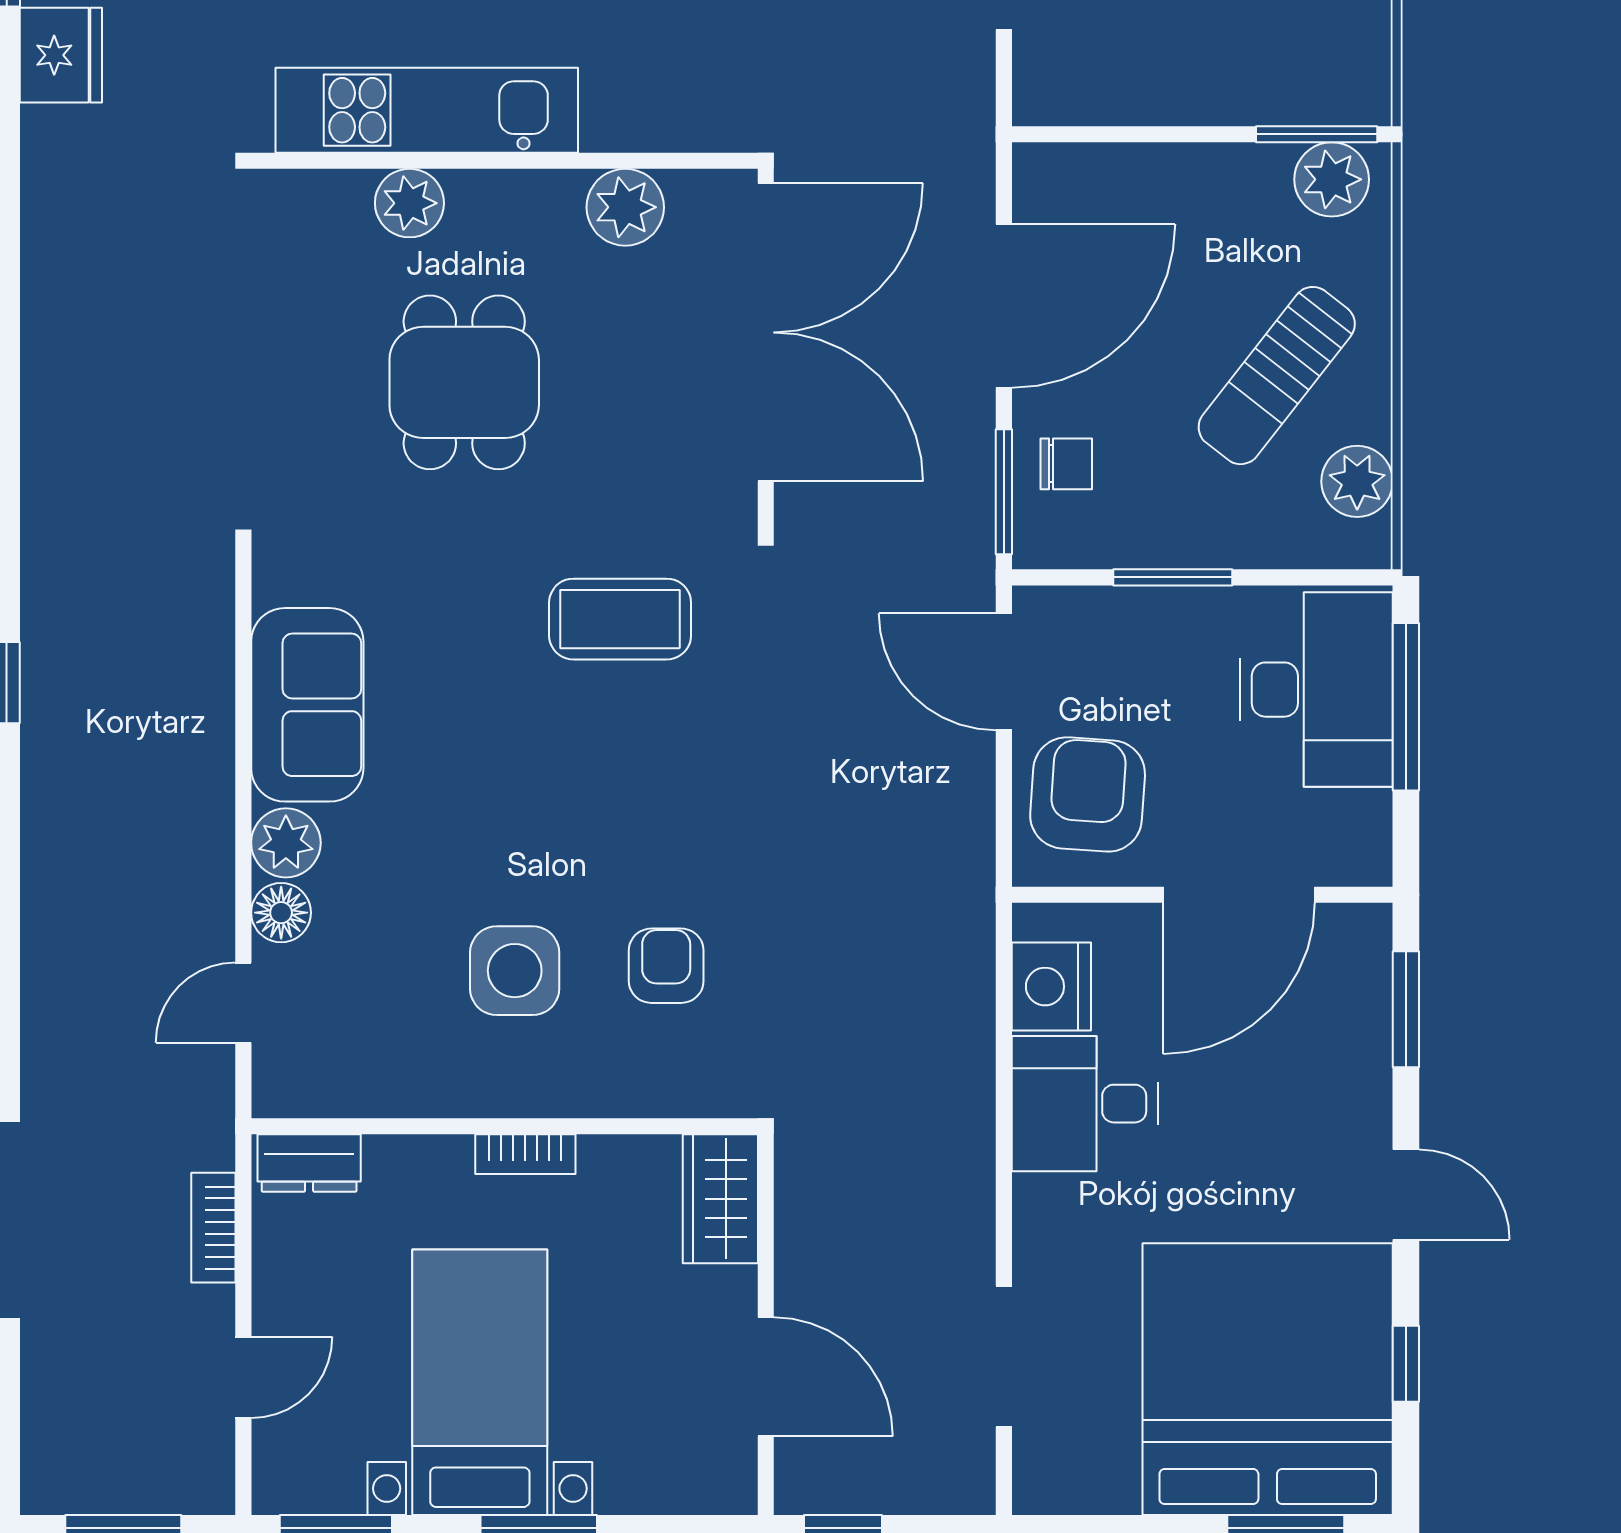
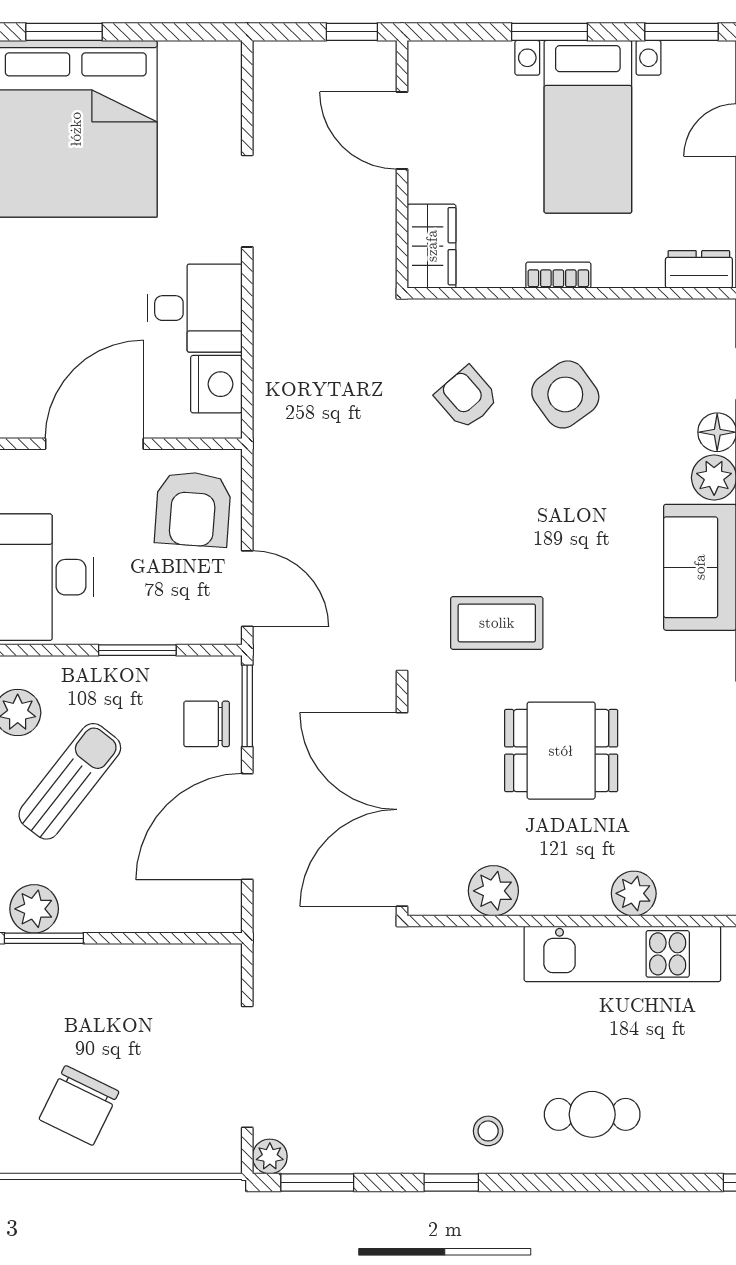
dining table: (464, 382) -> (561, 751), moved, turned 90
chair: (1066, 464) -> (207, 724), width x1.37, depth x1.37
armchair: (666, 966) -> (467, 398), turned 139
side table: (515, 971) -> (565, 394), turned -36
doorway: (1004, 1356) -> (247, 201), moved

